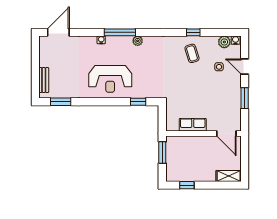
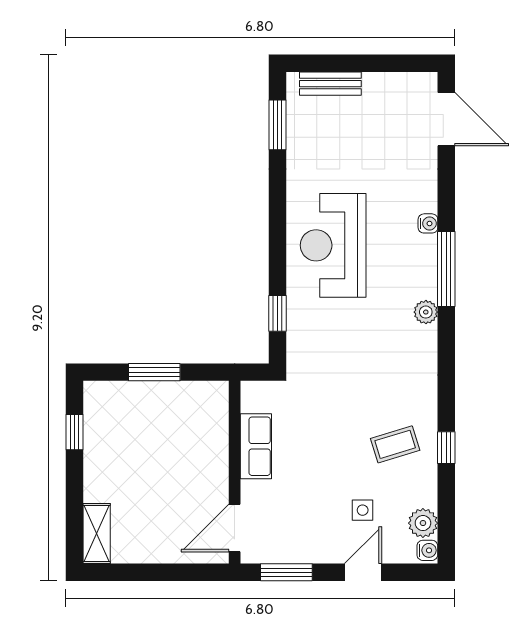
row of seats: (193, 125) -> (256, 446), moved
wall: (203, 133) -> (235, 472), moved
door: (226, 133) -> (235, 528), moved

